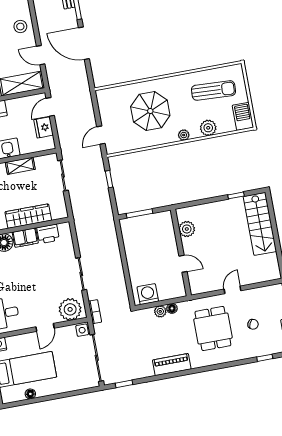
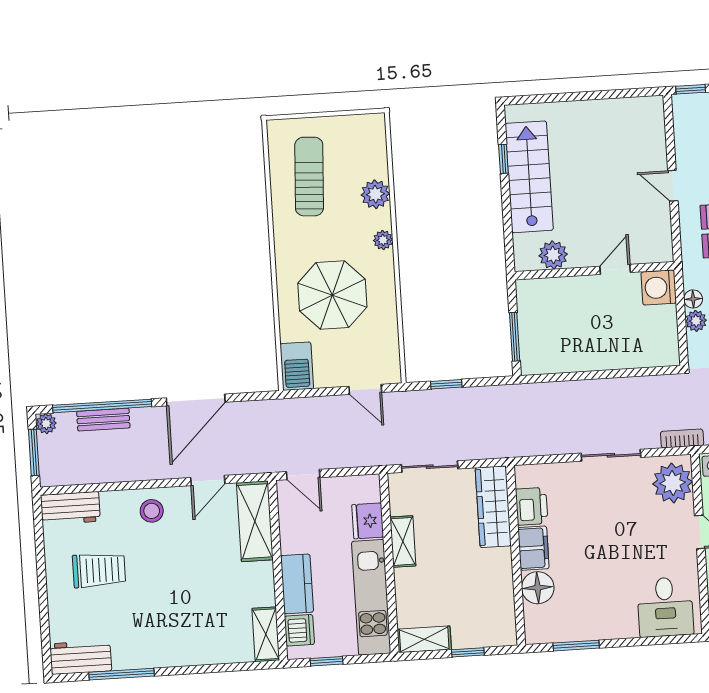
barbecue: (243, 116) -> (297, 366), moved, turned -90
fridge: (44, 127) -> (368, 521), moved, turned 90
wardrobe: (28, 216) -> (493, 507), moved
stairs: (260, 224) -> (529, 177), moved, turned -90
washing machine: (148, 294) -> (659, 288), moved

